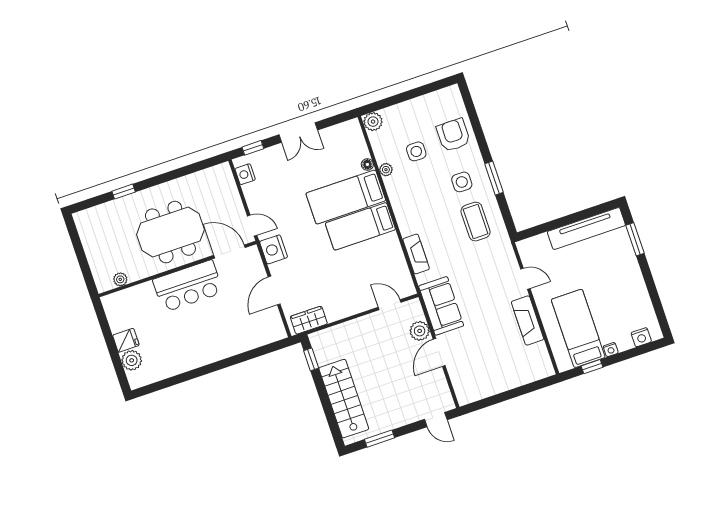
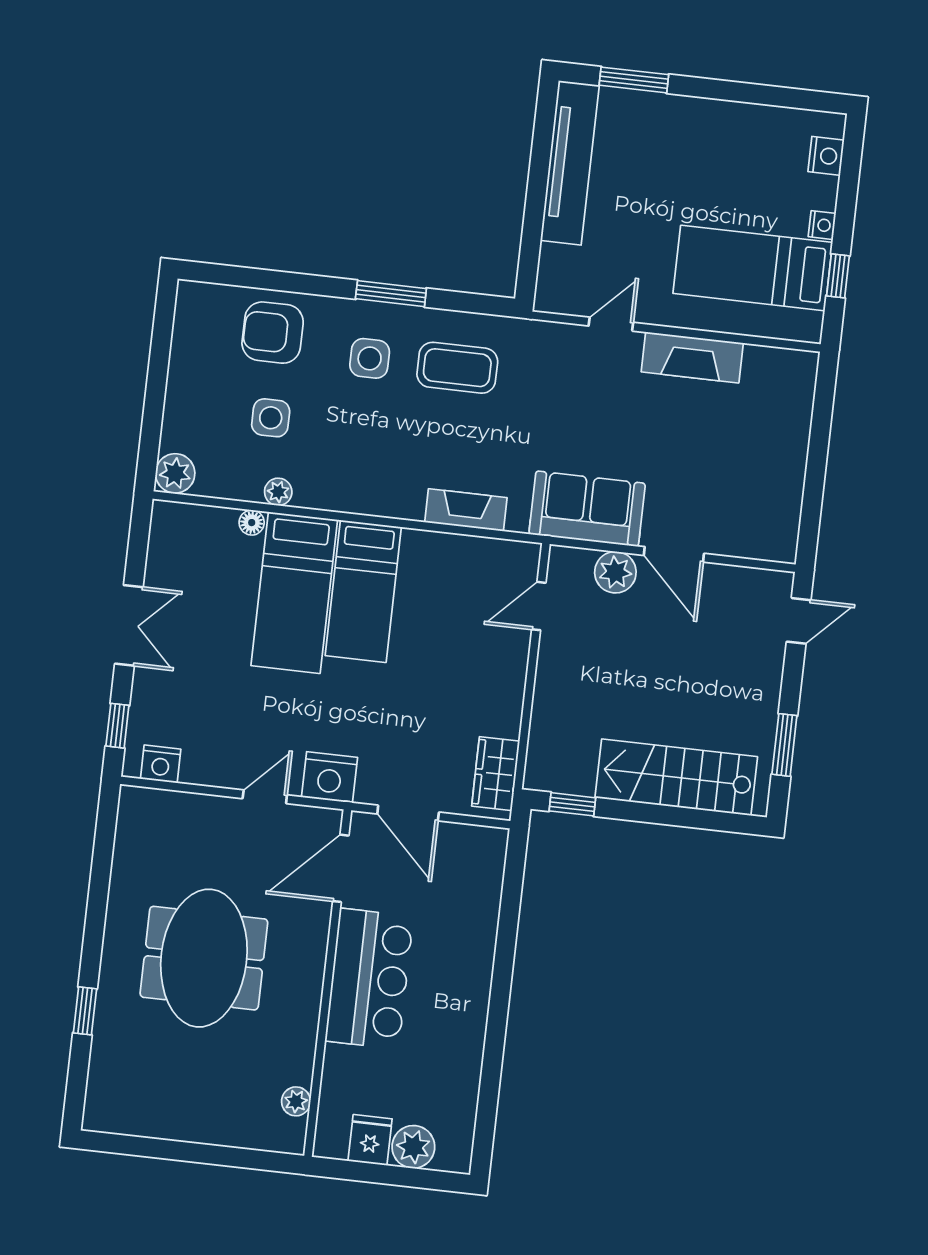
door: (230, 251) -> (341, 868), moved
wall: (178, 269) -> (328, 983), moved
plant: (120, 279) -> (296, 1101), moved
bar counter: (188, 286) -> (369, 979), moved

